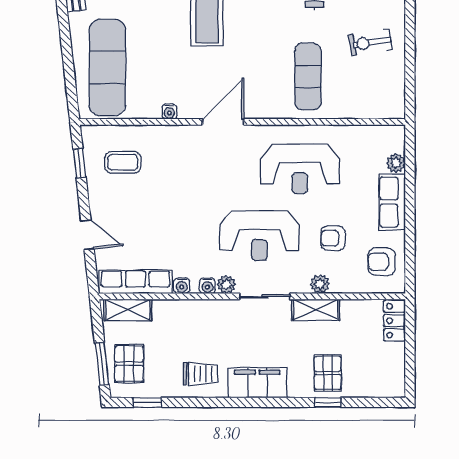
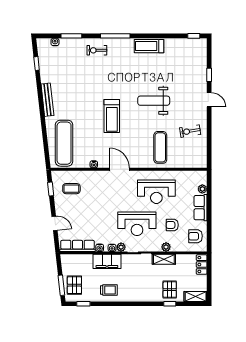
door: (223, 122) -> (120, 169), hinge flipped
shelving: (128, 310) -> (196, 296), moved
filing cabinet: (257, 383) -> (107, 261), moved, turned 180

